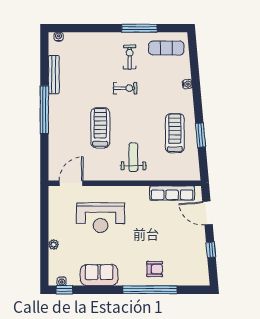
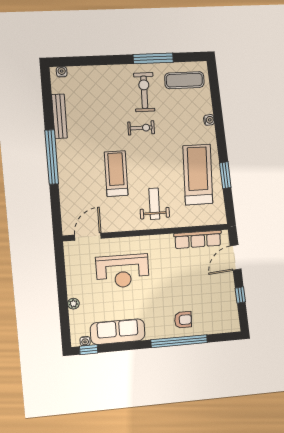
exercise bike: (130, 57) -> (144, 92), width x1.38, depth x1.39
treadmill: (175, 133) -> (198, 175), width x1.37, depth x1.38
door: (208, 213) -> (236, 258), hinge flipped
sofa: (99, 275) -> (118, 332), width x1.36

